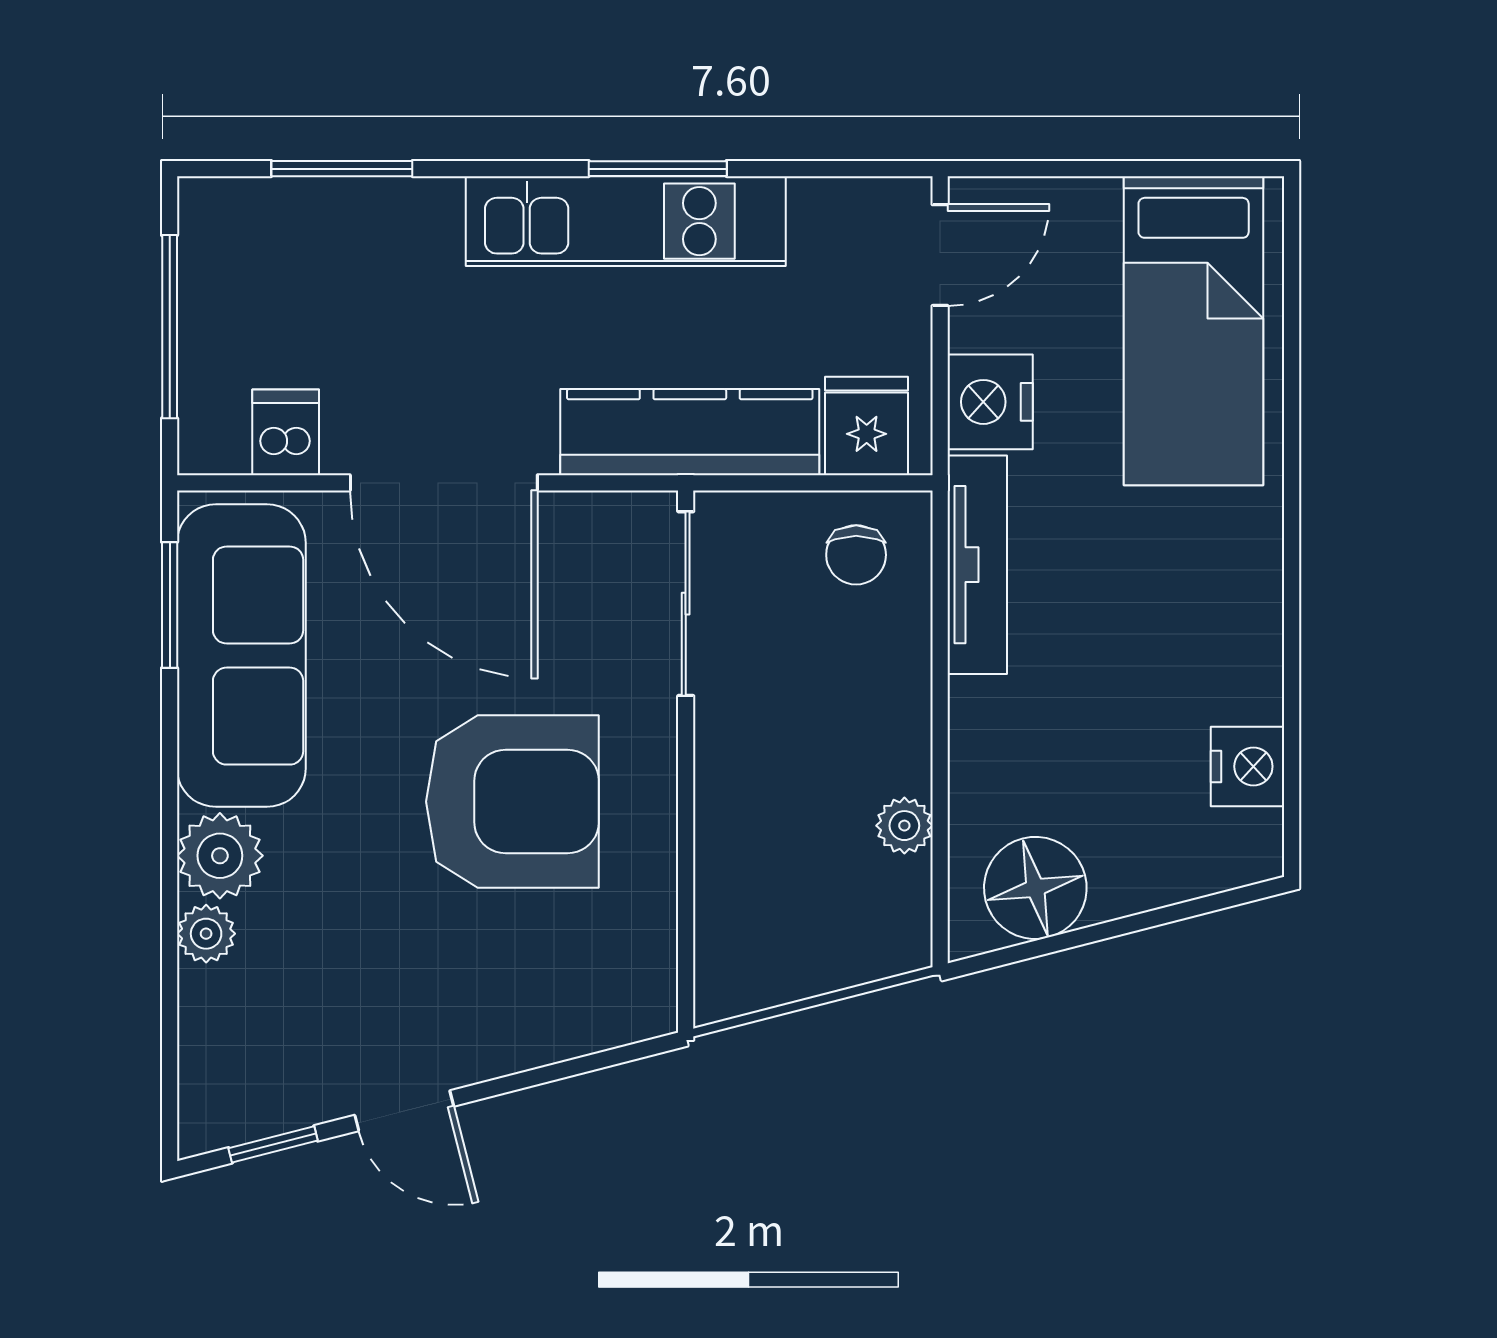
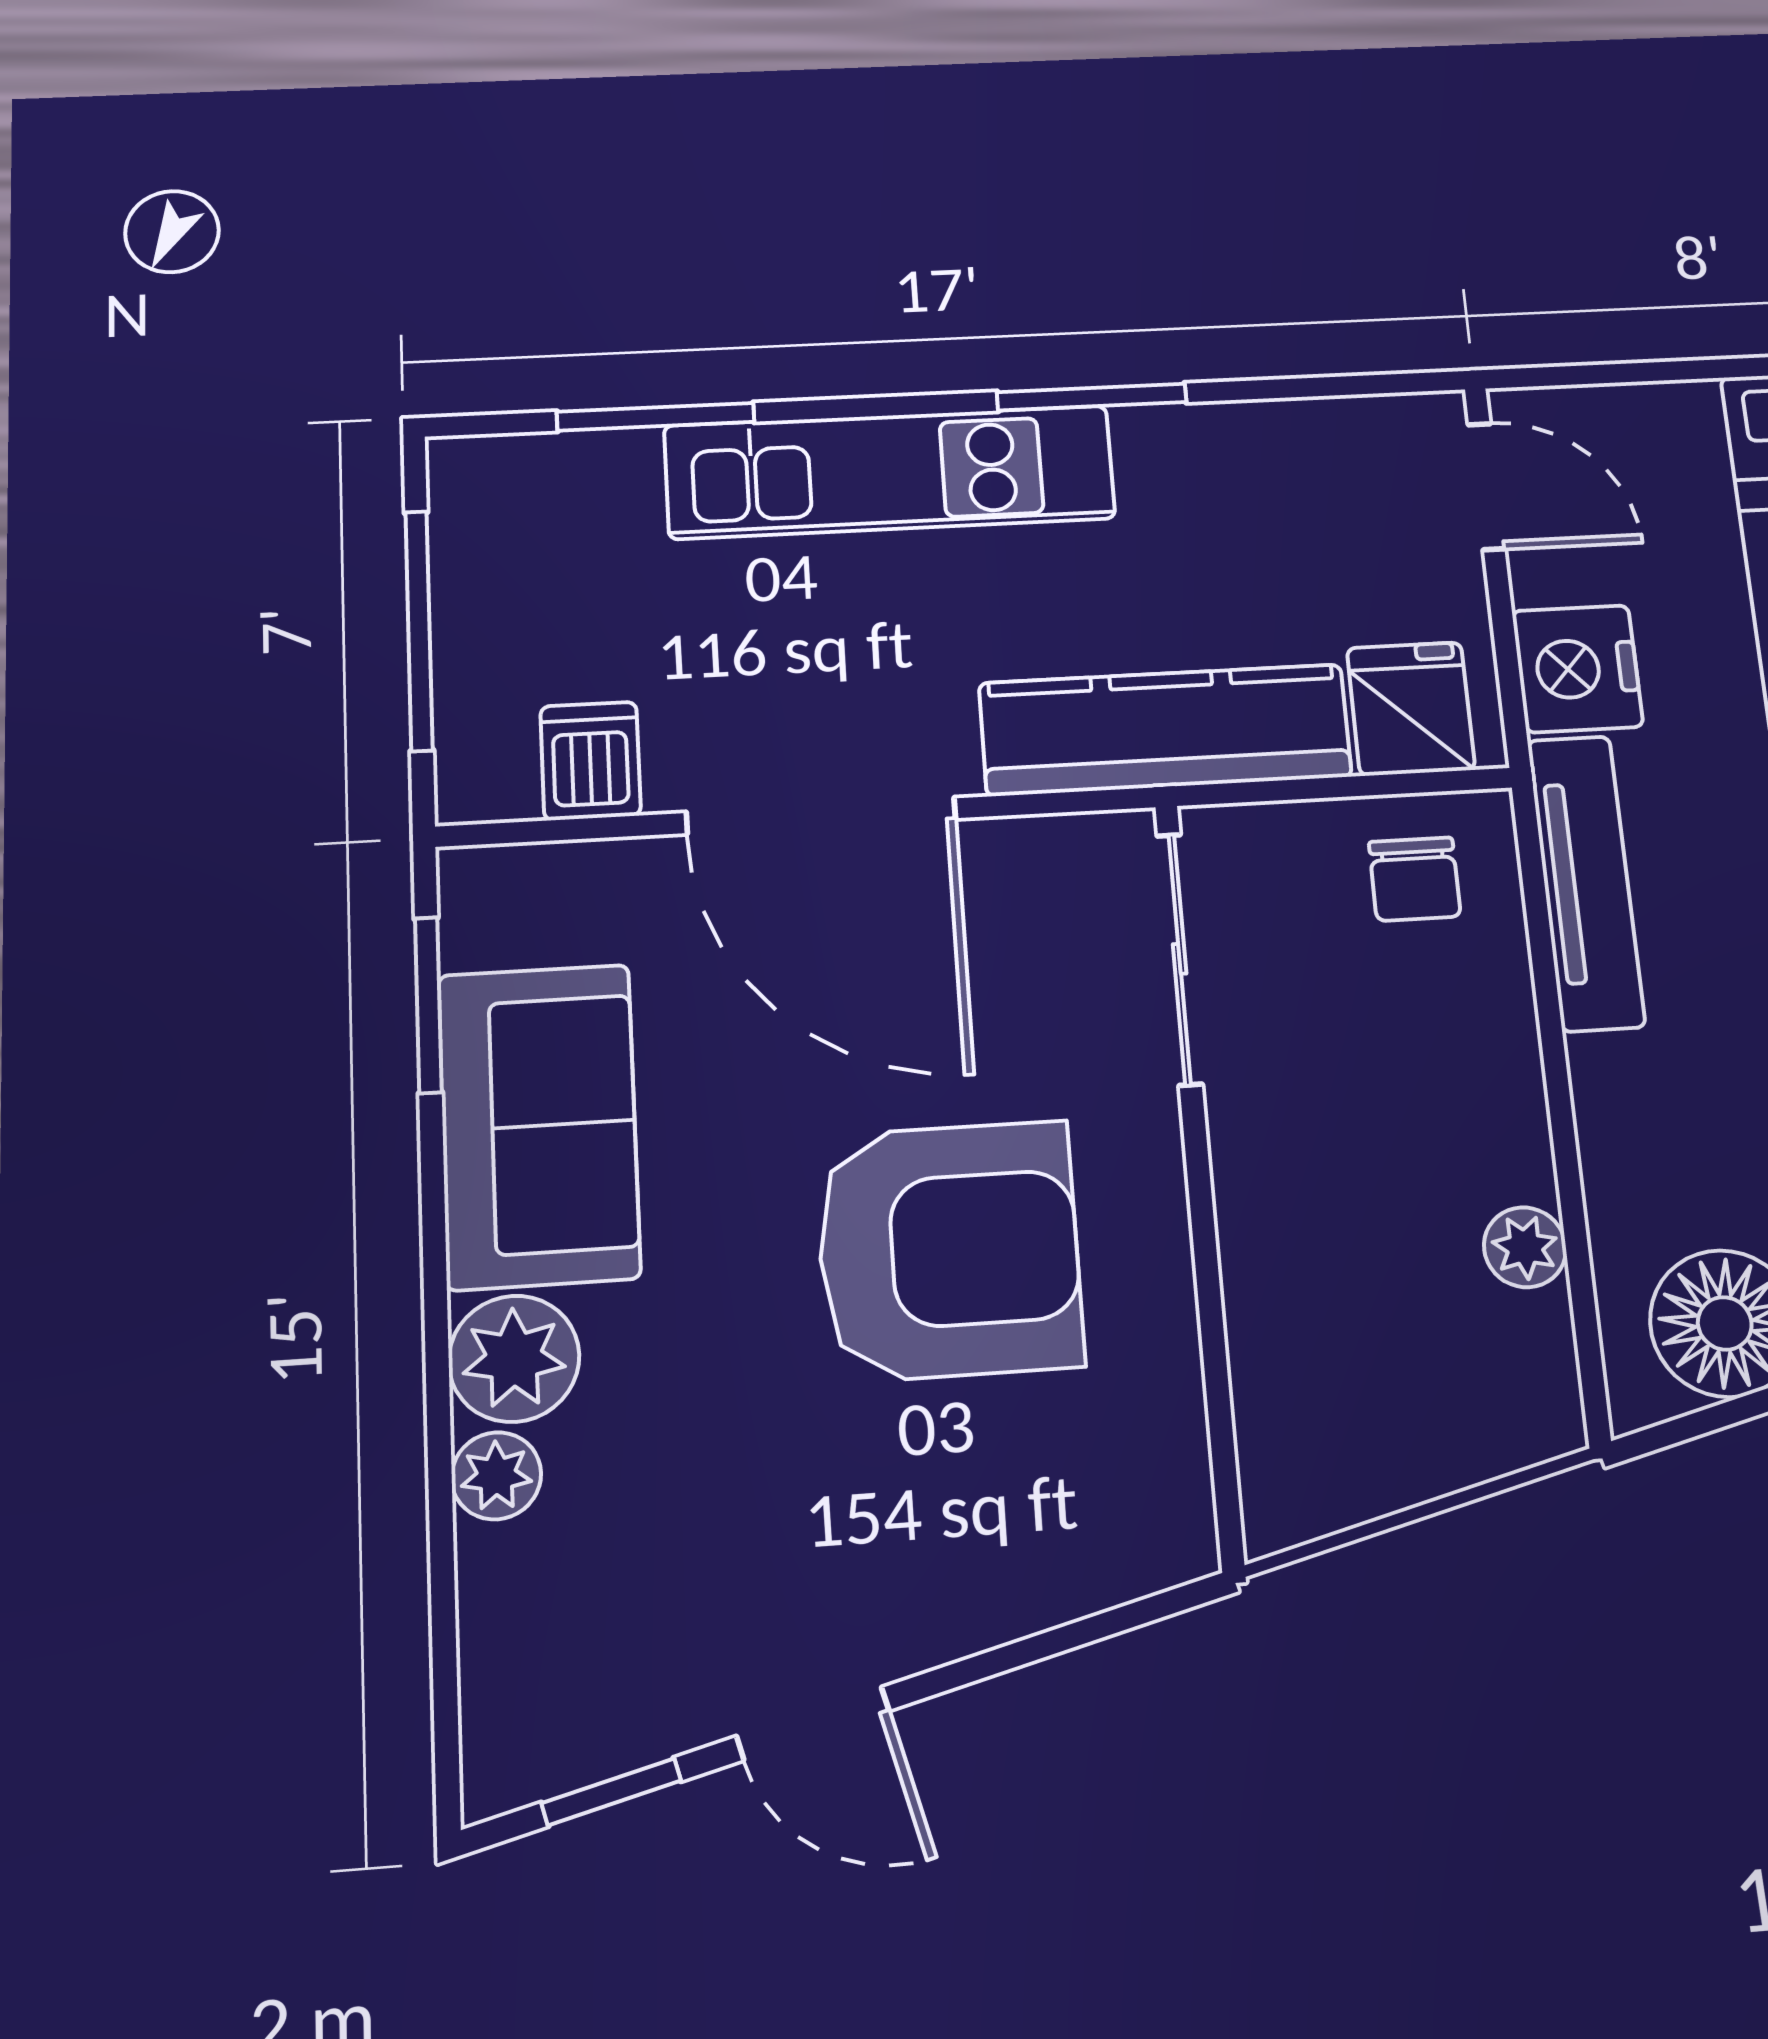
kitchen unit: (626, 221) -> (890, 472), moved
door: (940, 255) -> (1487, 486), hinge flipped
sofa: (241, 656) -> (539, 1126), width x0.73

